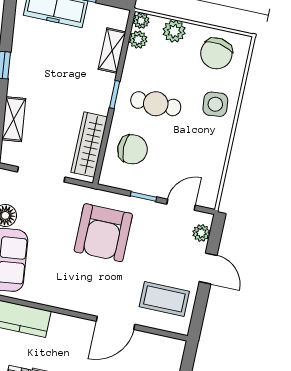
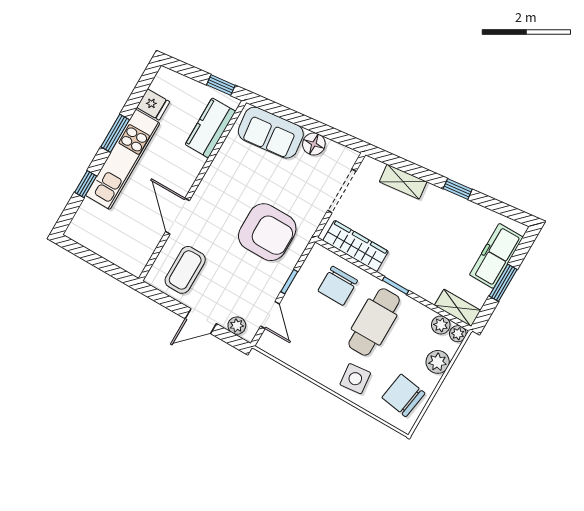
shelving: (112, 51) -> (458, 308), moved
cafe table: (156, 104) -> (374, 322), width x1.37, depth x1.35
armchair: (103, 233) -> (267, 232), turned 180

